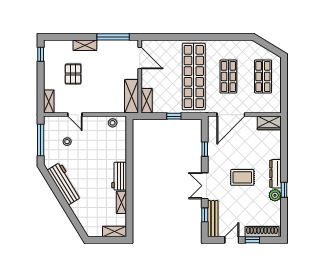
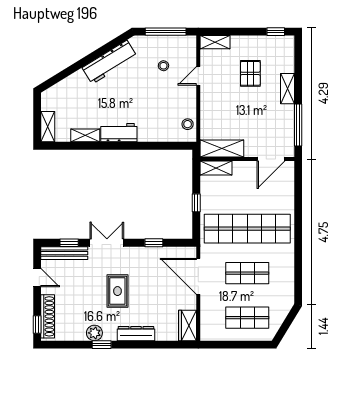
pallet: (73, 74) -> (250, 73), turned 90
dresser: (275, 174) -> (136, 334), moved
window: (252, 240) -> (37, 325), moved

